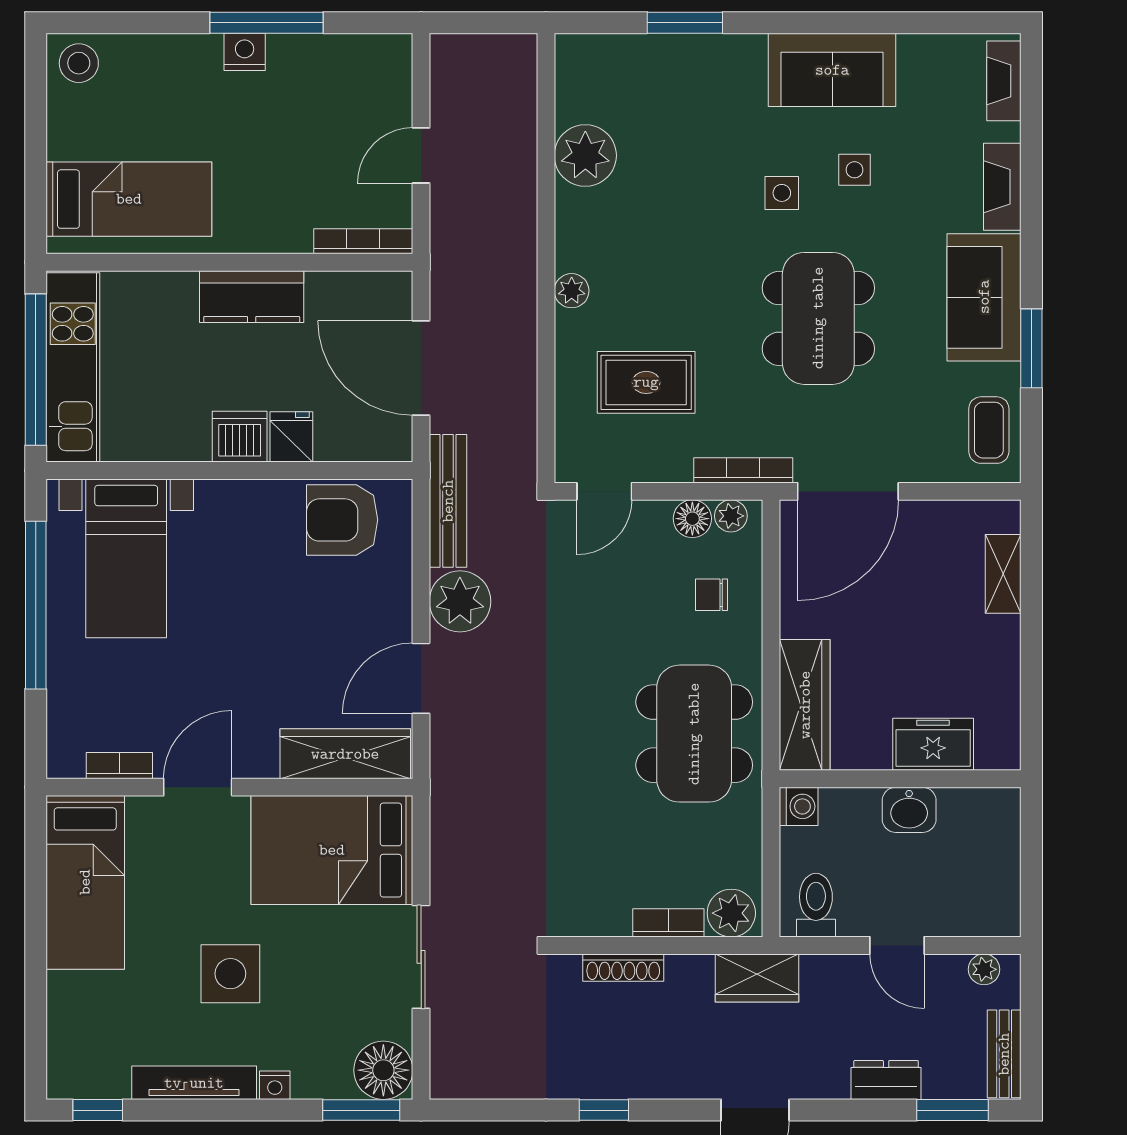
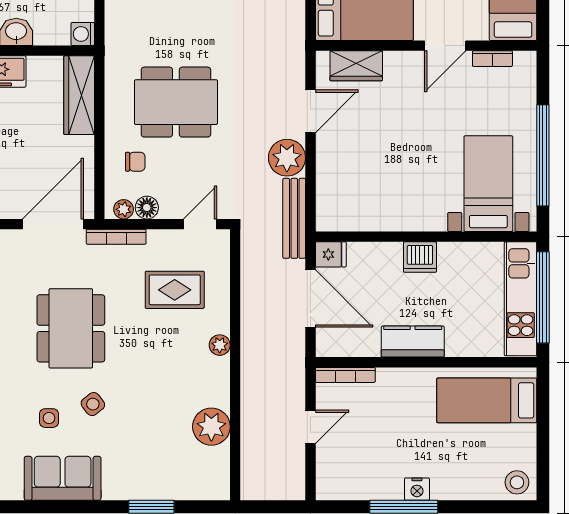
side table: (782, 193) -> (93, 404), turned -38
fridge: (291, 437) -> (331, 254), moved, turned -90
armchair: (342, 520) -> (358, 207), removed
dining table: (694, 734) -> (176, 102), moved, turned 90
wardrobe: (345, 754) -> (356, 66), width x0.67

